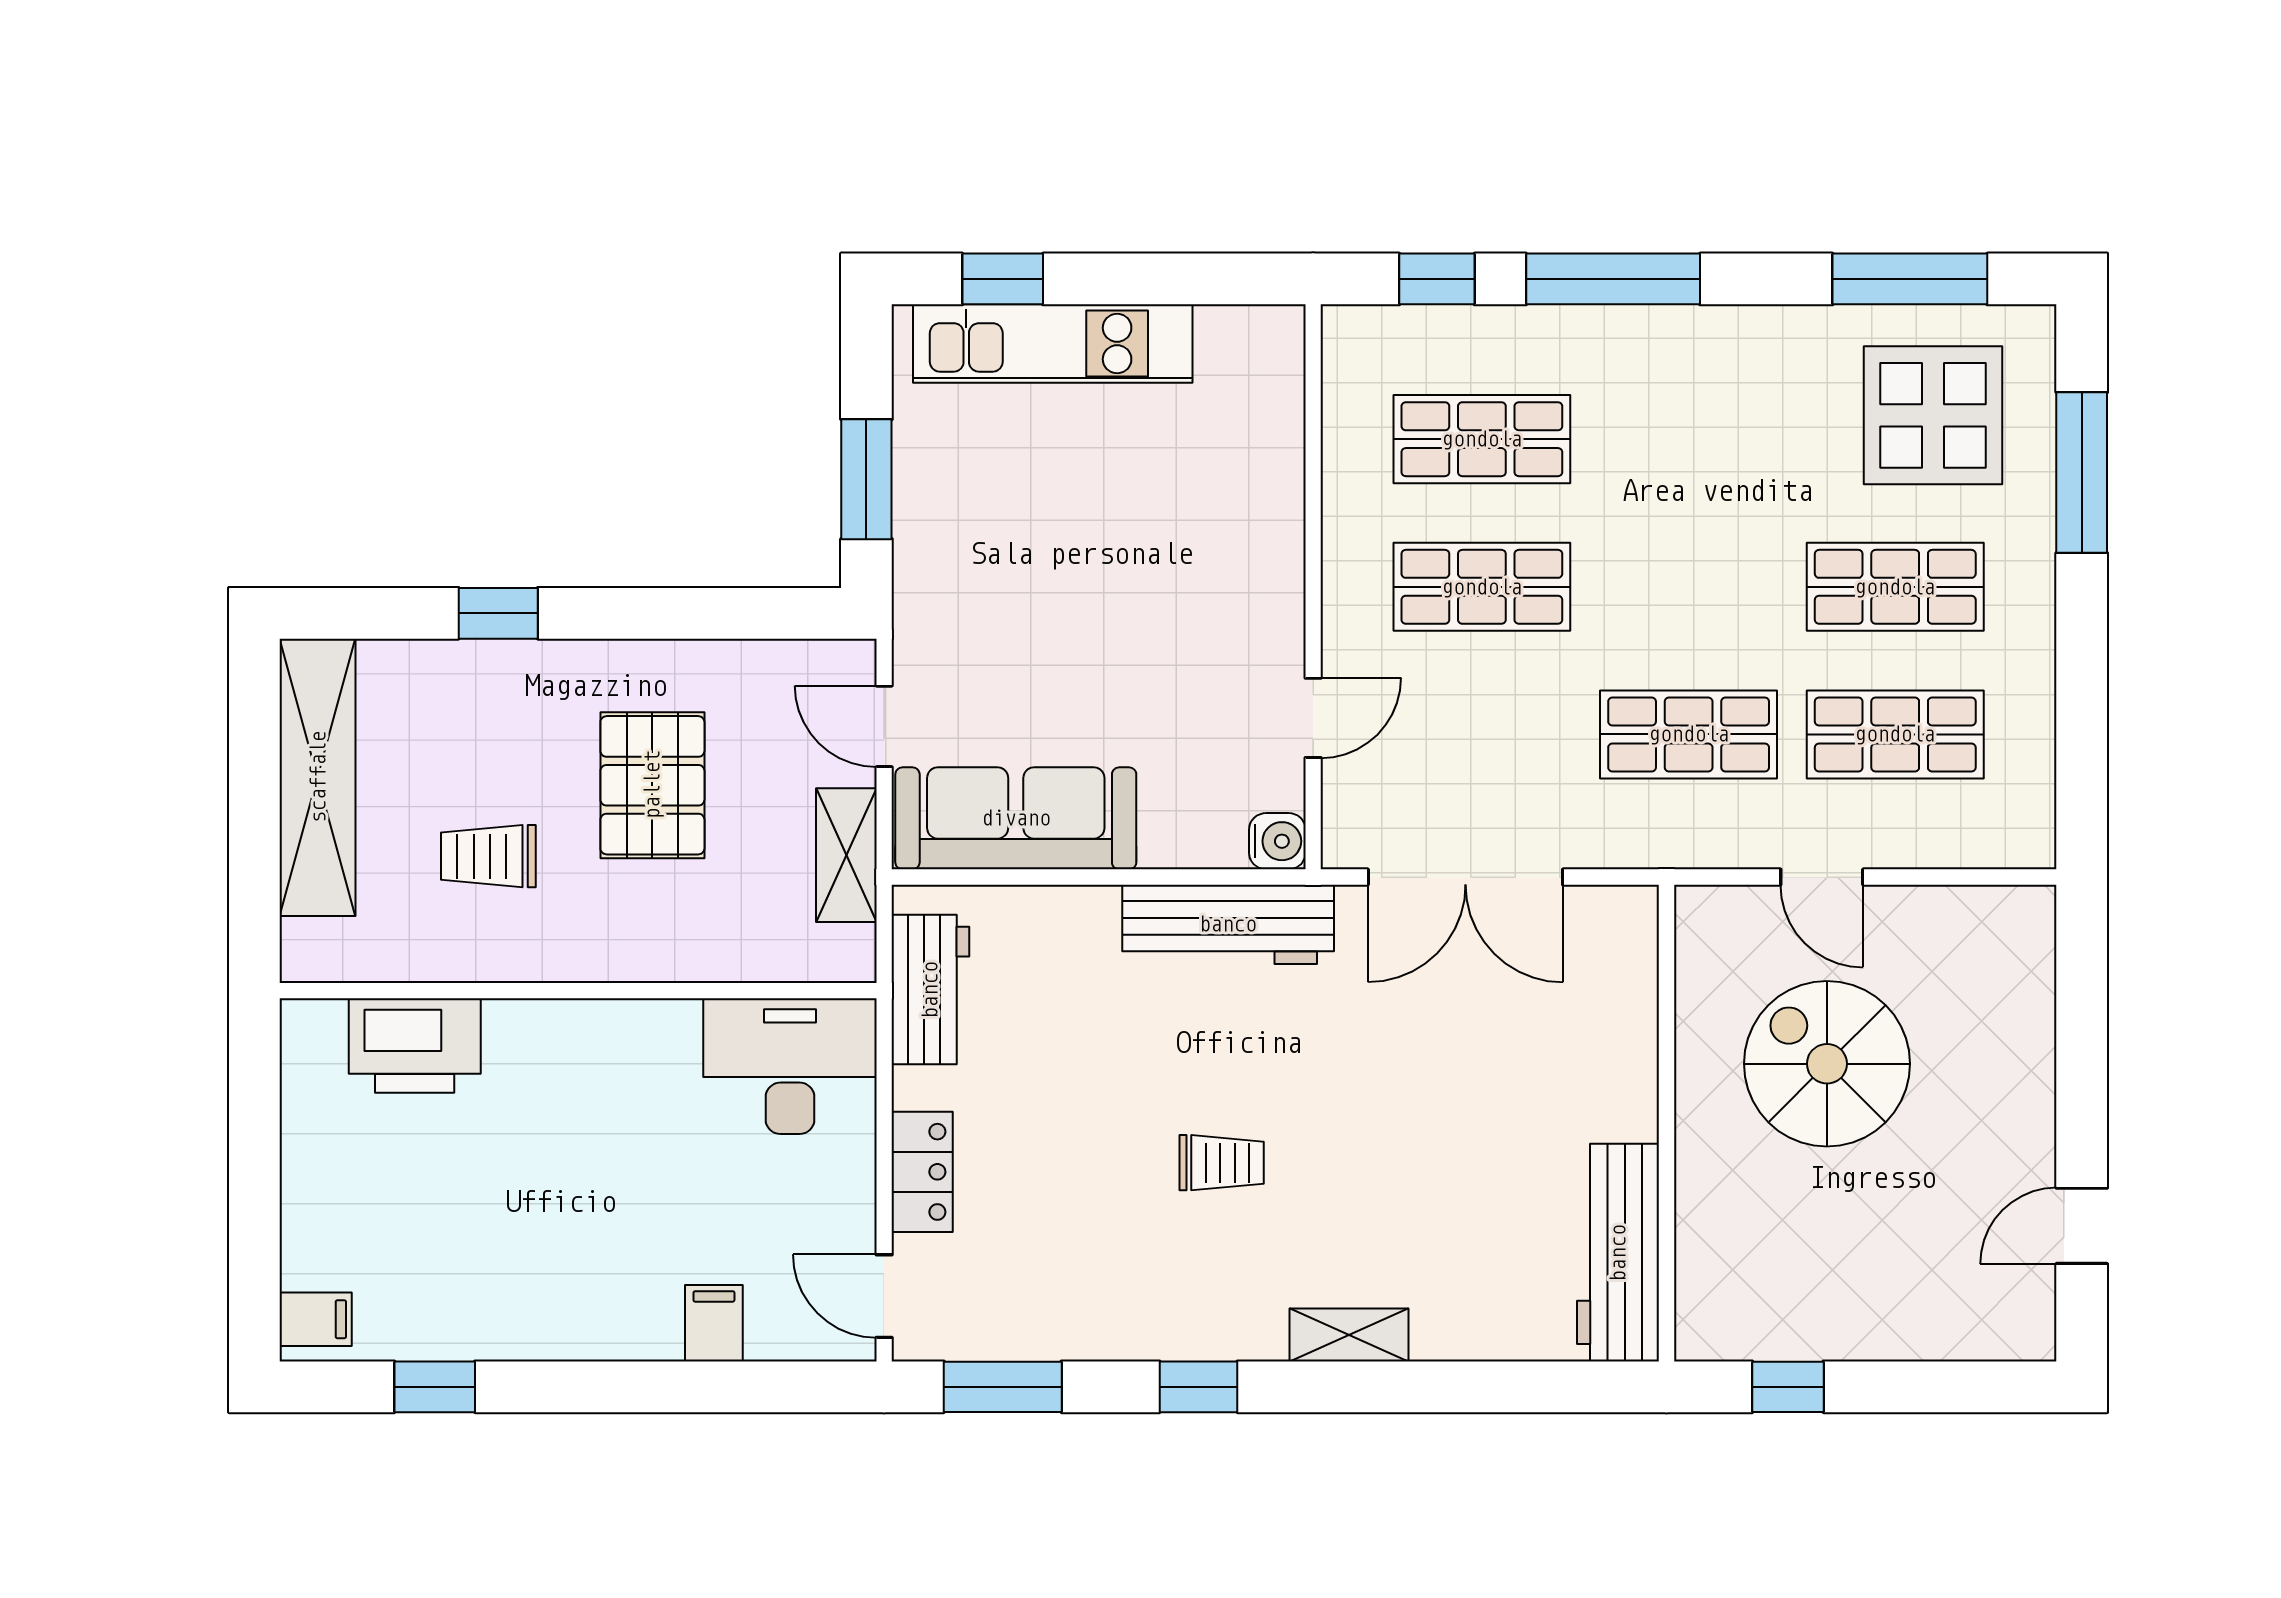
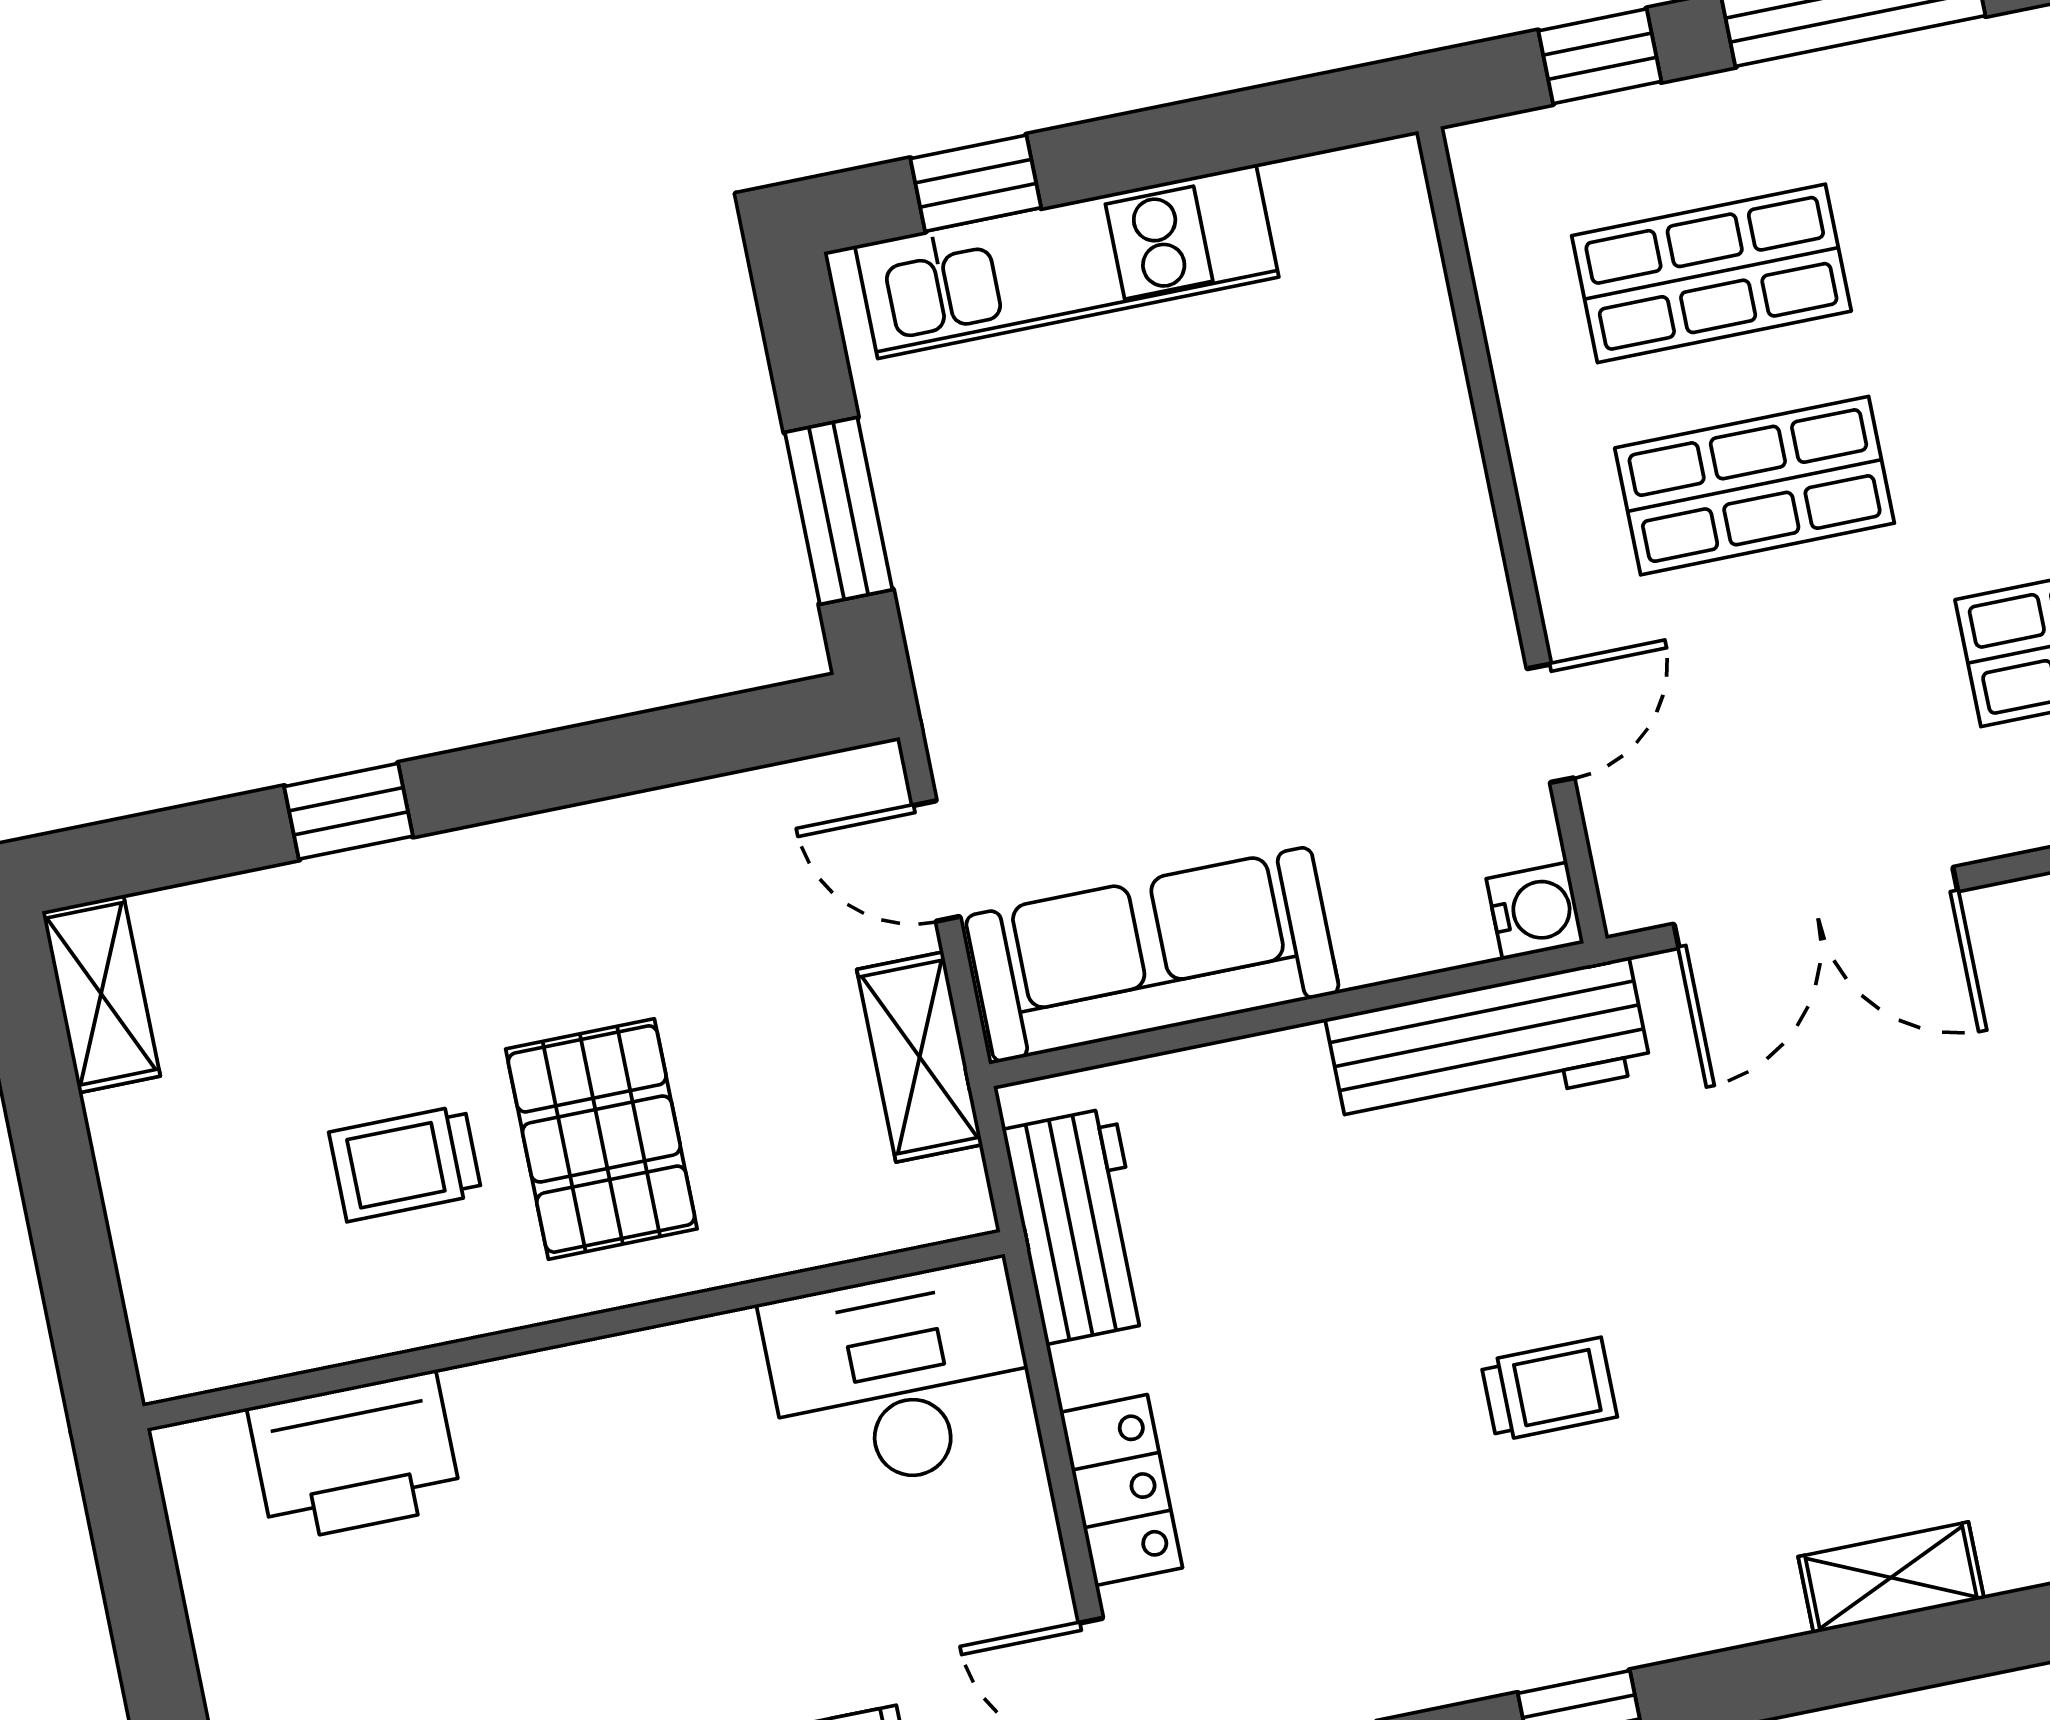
shelving: (318, 777) -> (101, 994), width x0.45, depth x0.75
pallet: (652, 785) -> (601, 1139), moved
shelving: (1349, 1335) -> (1891, 1578), moved

